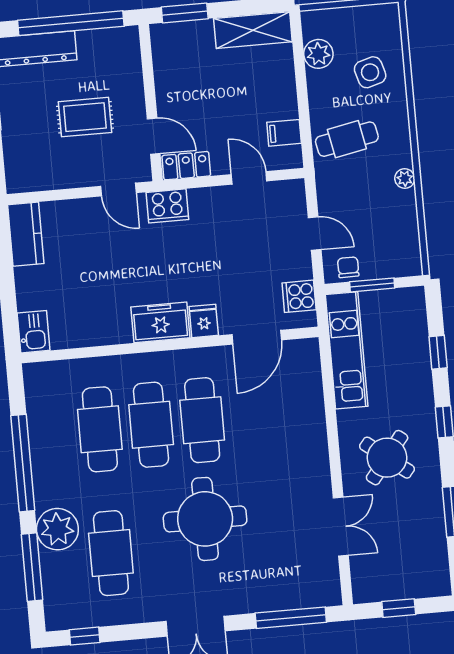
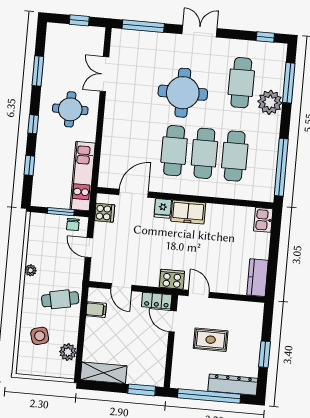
round table: (387, 458) -> (70, 109), turned -38
window: (23, 463) -> (281, 167), moved

